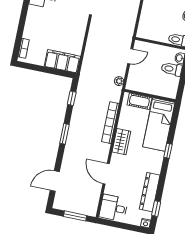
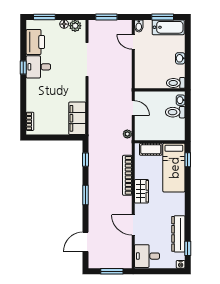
door: (130, 56) -> (133, 108), hinge flipped
filing cabinet: (62, 61) -> (77, 118), moved, turned -90
window: (168, 151) -> (188, 160), moved

